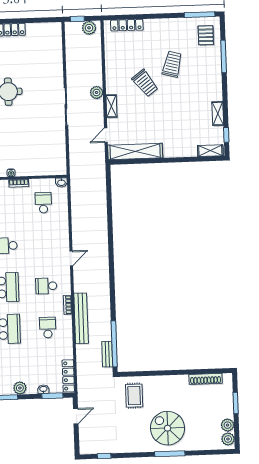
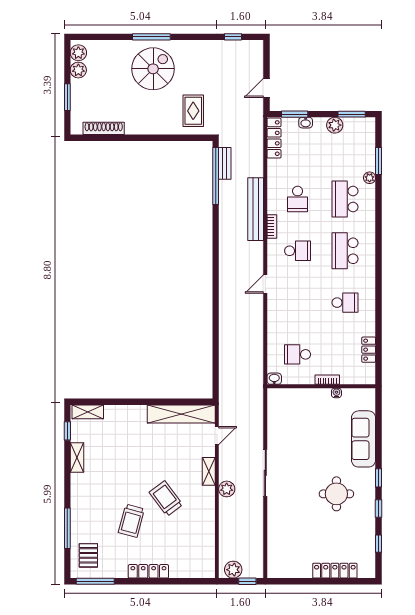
locker: (127, 25) -> (148, 571), moved
school desk: (43, 203) -> (298, 354), turned 90
spiral stairs: (168, 428) -> (153, 69), turned -90

